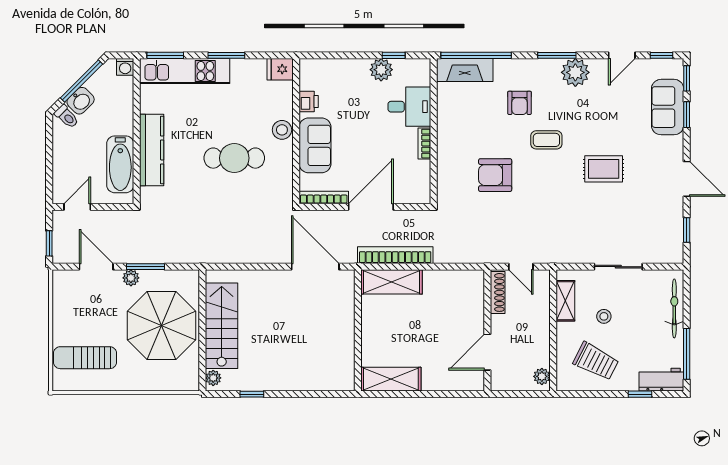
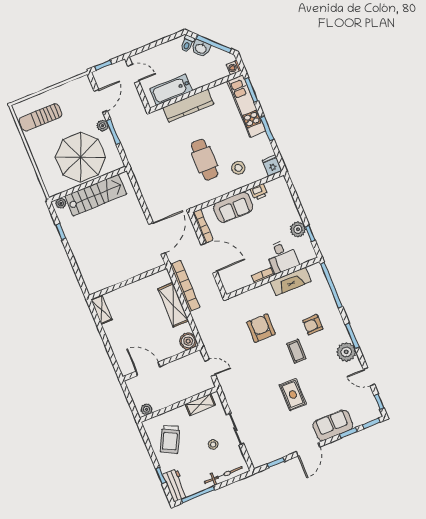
fireplace: (465, 70) -> (291, 281), moved, turned -90
sofa: (668, 107) -> (333, 425), moved
stool: (282, 130) -> (238, 168), moved
door: (521, 267) -> (210, 368), swing flipped
shelving: (391, 282) -> (173, 305), moved
boiler: (472, 282) -> (188, 341), added
shoe rack: (498, 292) -> (188, 360), removed
stool: (604, 316) -> (213, 444), moved
sun lounger: (85, 358) -> (41, 117), turned -90
shelving: (391, 379) -> (101, 310), width x0.67, depth x0.75

